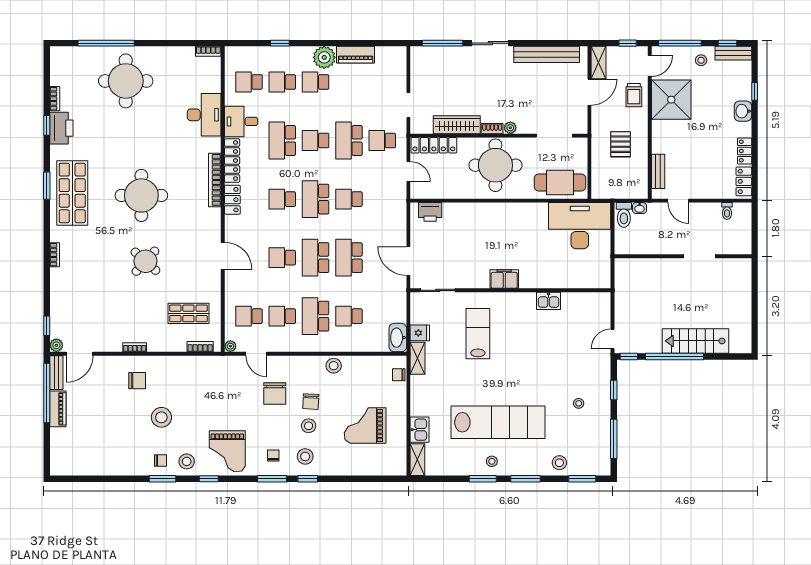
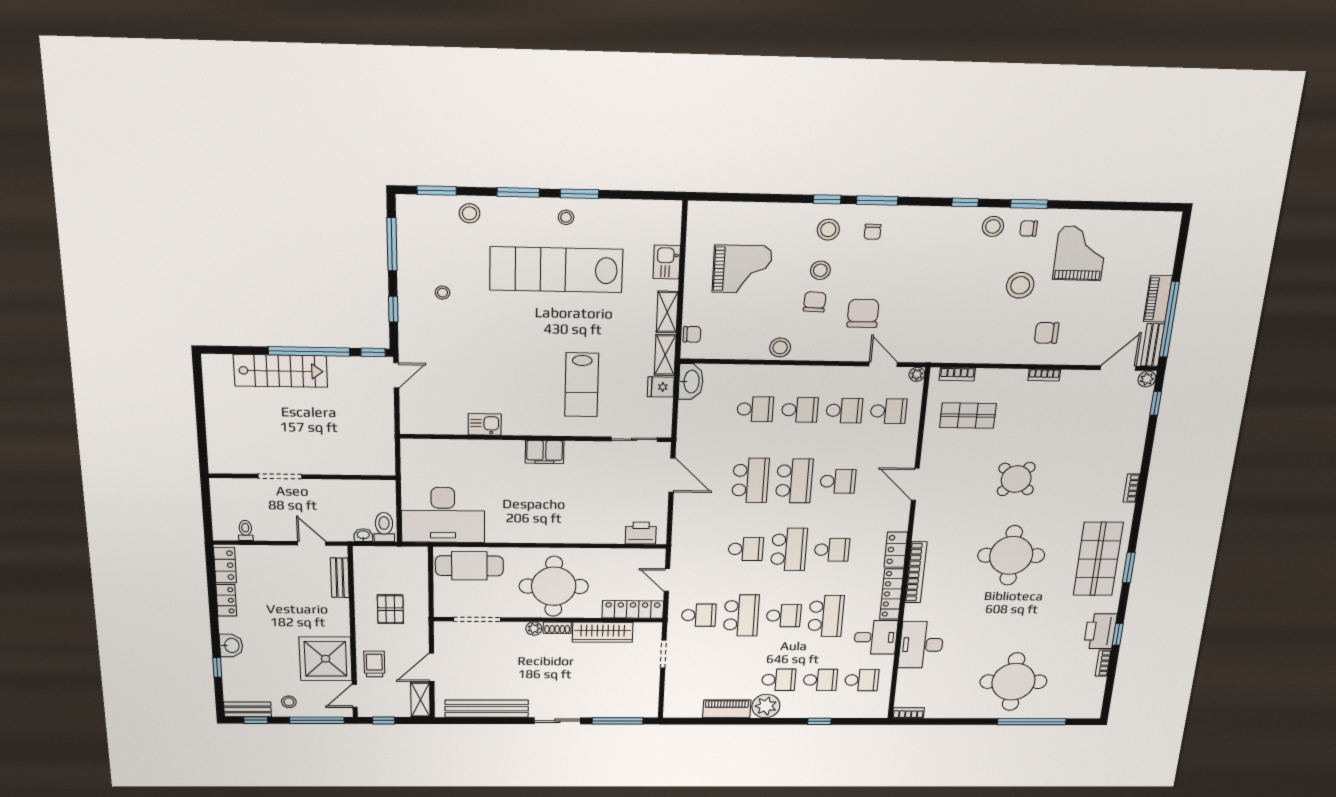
school desk: (316, 316) -> (800, 410), width x0.54
grand piano: (227, 451) -> (1080, 253), moved
shelving: (417, 460) -> (667, 312), moved

